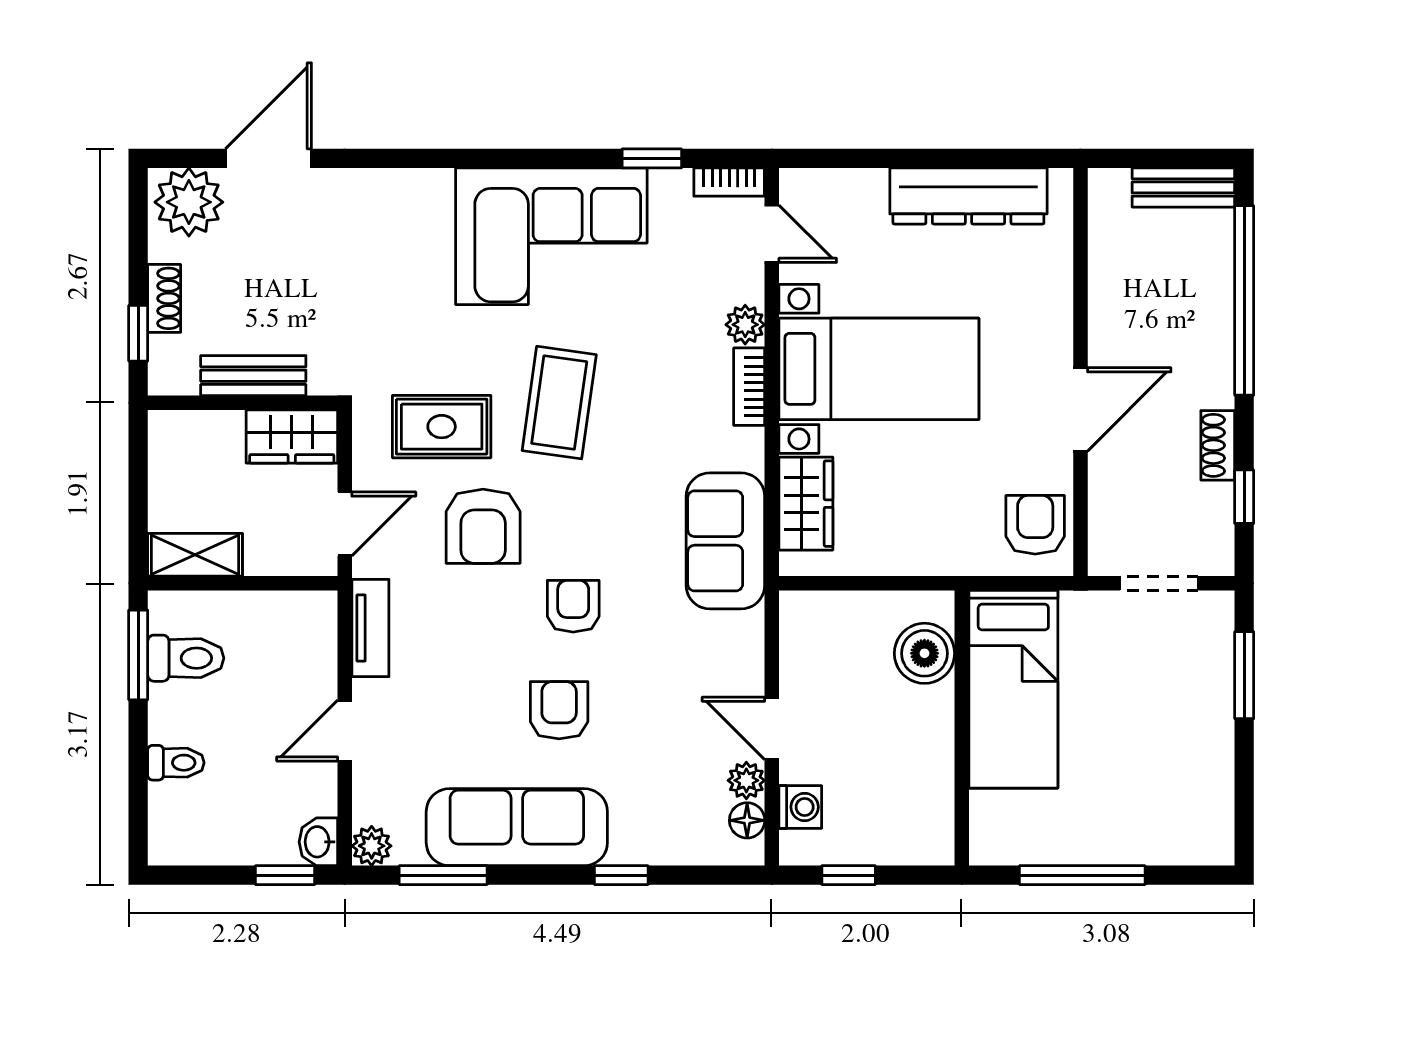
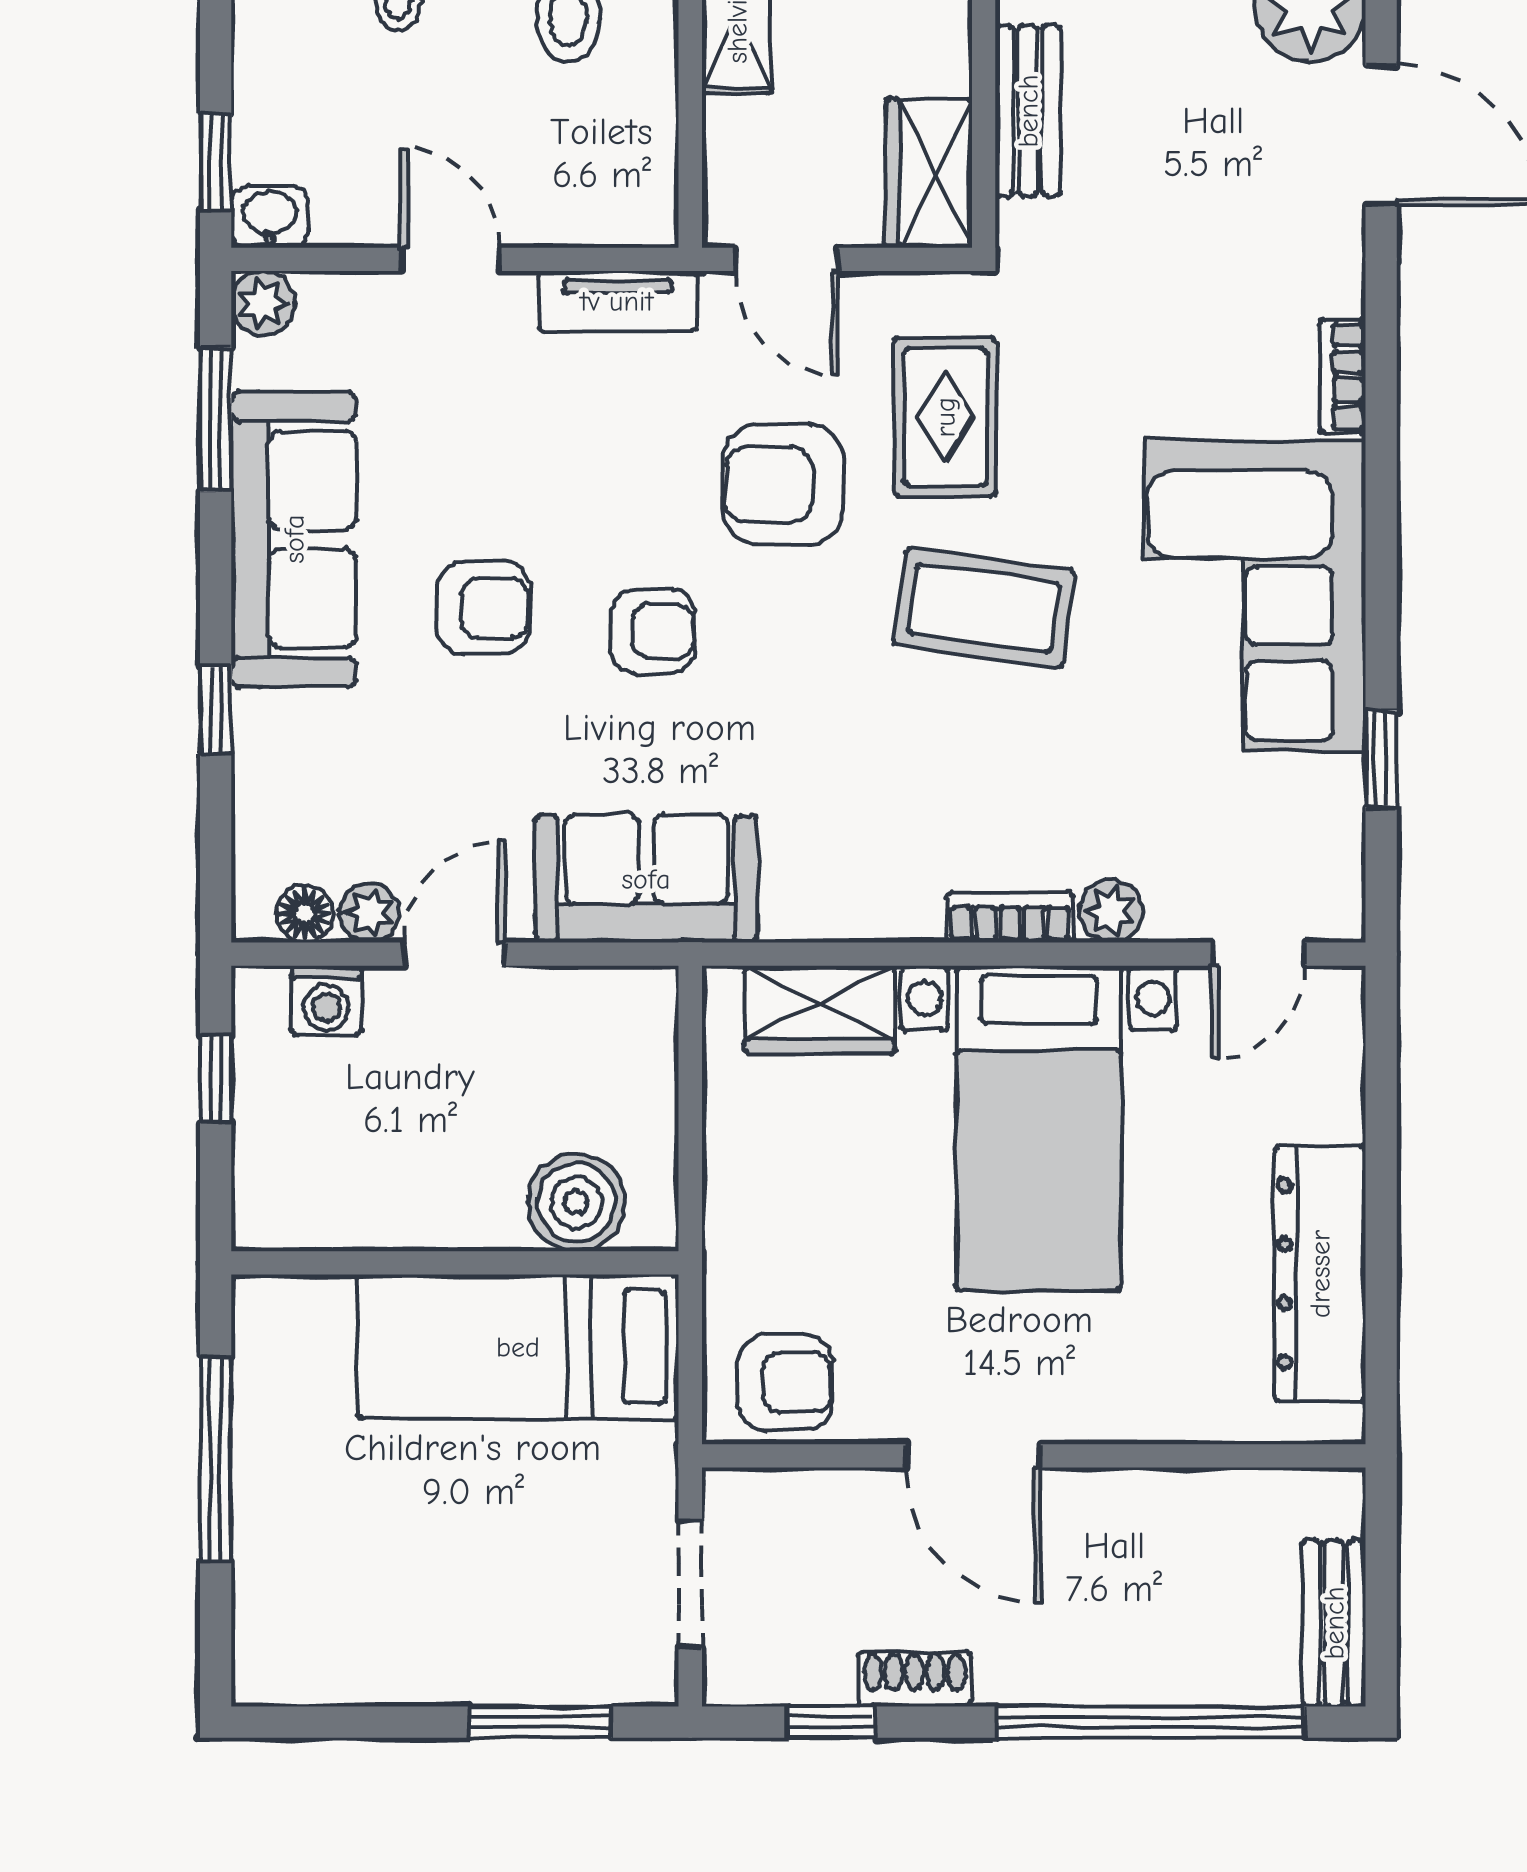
bookcase: (729, 182) -> (1343, 376), moved
sofa: (725, 541) -> (646, 879), moved

